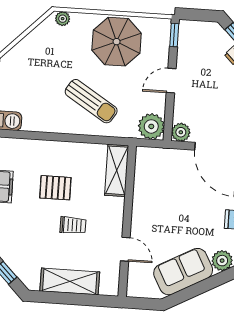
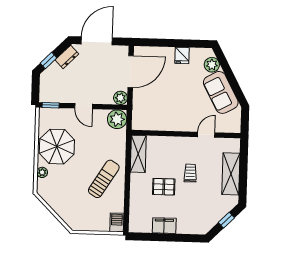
plant: (63, 19) -> (42, 172), moved
sun lounger: (91, 101) -> (104, 179), moved
shelving: (117, 170) -> (138, 154), moved, turned 90
pallet: (55, 188) -> (164, 187), turned 90

